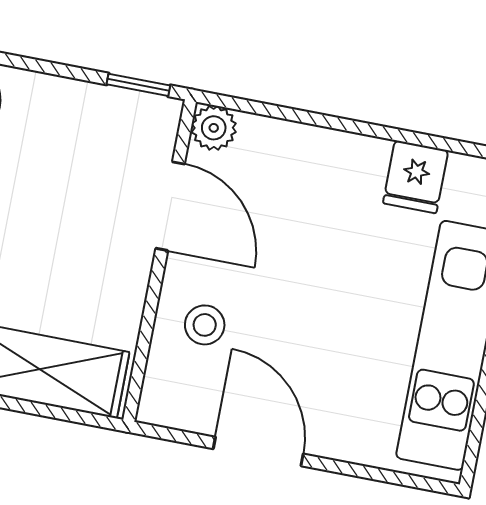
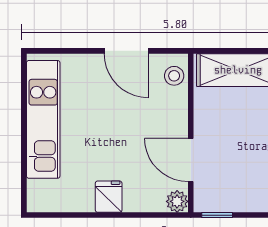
fridge: (416, 177) -> (109, 197), moved
stool: (205, 325) -> (174, 76), moved

